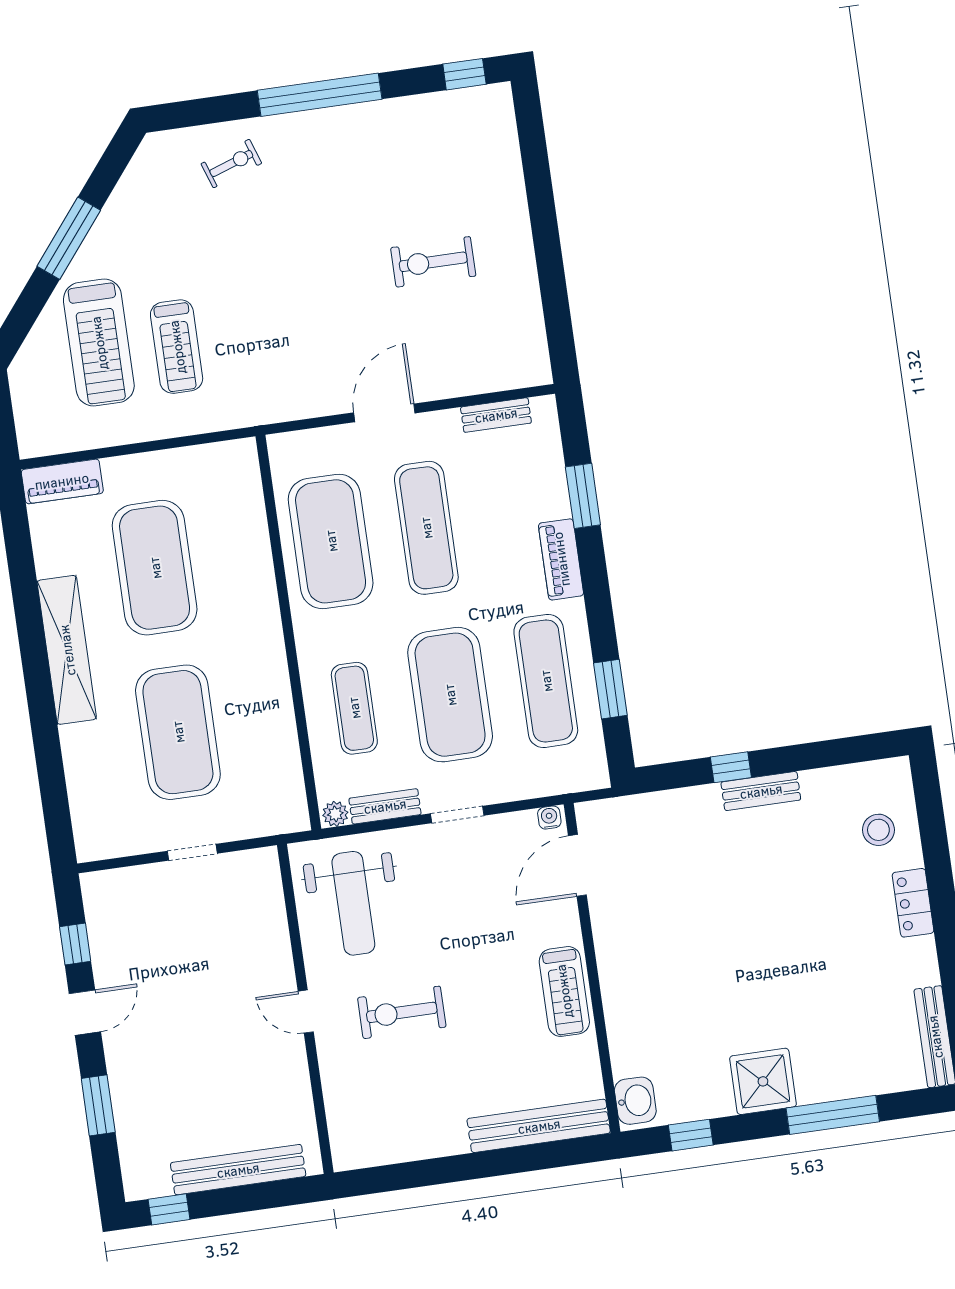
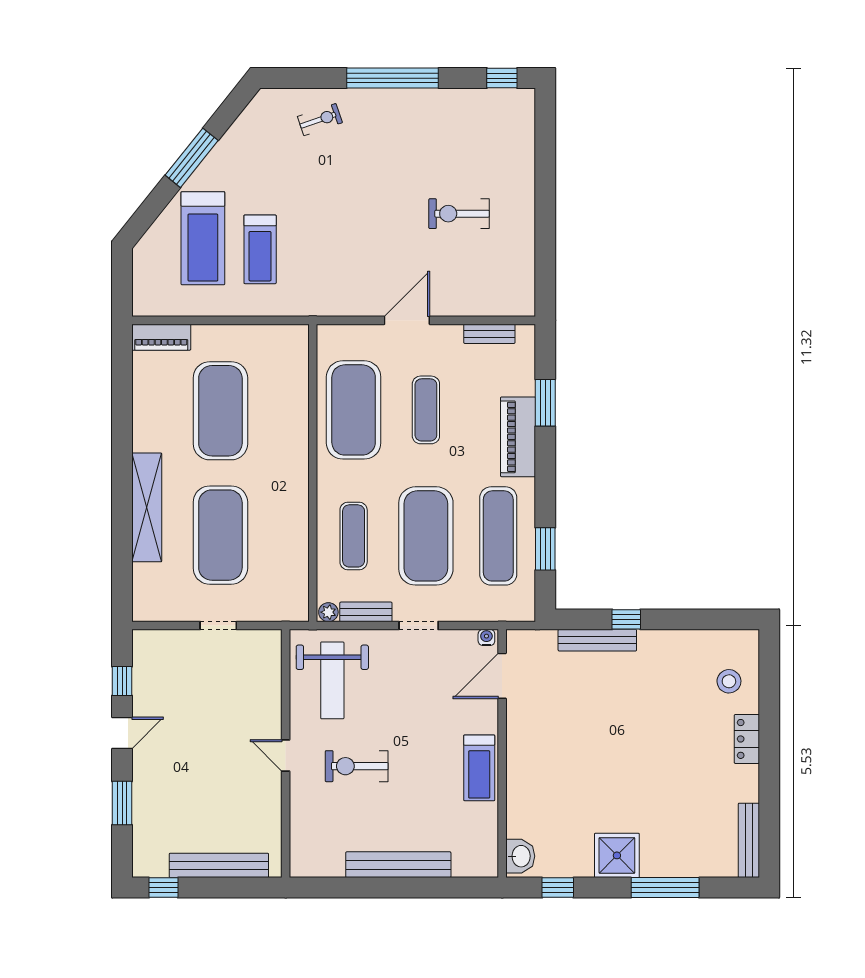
exercise mat: (426, 528) -> (426, 410), width x0.73, depth x0.69
piano: (561, 559) -> (518, 437), width x1.37, depth x1.33
shelving: (67, 650) -> (147, 507), moved
bench: (761, 791) -> (597, 640), moved, width x1.36
bench: (539, 1126) -> (398, 865), moved

